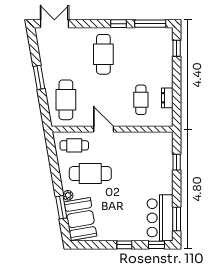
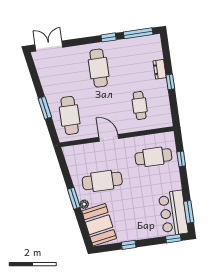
window: (177, 48) -> (170, 82), moved
window: (39, 77) -> (45, 108), moved
dresser: (167, 98) -> (160, 69), moved
cafe table: (74, 145) -> (153, 157), moved, width x1.37, depth x1.35
window: (61, 207) -> (74, 198), moved
window: (124, 245) -> (129, 245), moved

